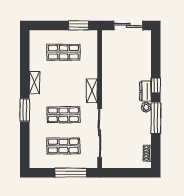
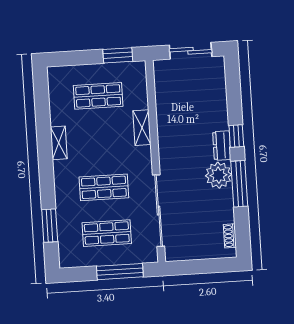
shelving: (92, 91) -> (142, 128), moved
plant: (146, 107) -> (218, 175), width x1.88, depth x1.88
window: (25, 110) -> (50, 226), moved

